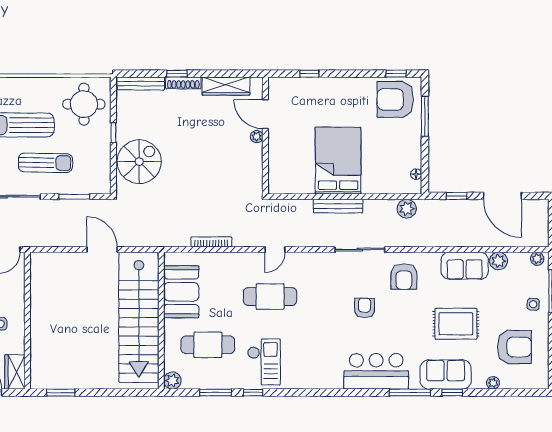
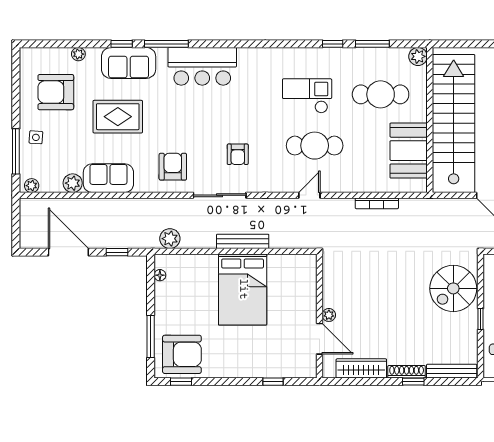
armchair: (365, 308) -> (238, 154), moved
checkout: (264, 362) -> (307, 96), moved, turned 90

